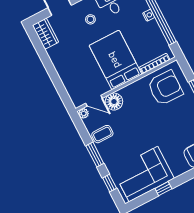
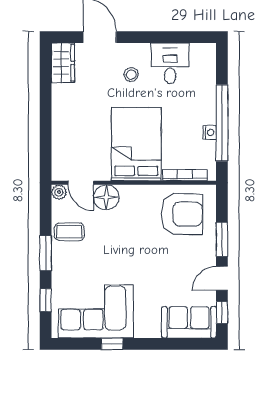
nightstand: (149, 15) -> (210, 132), moved

